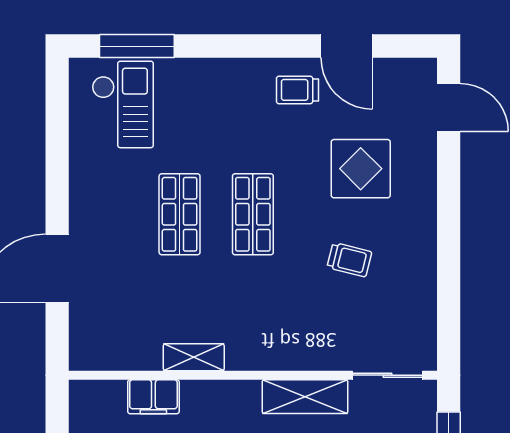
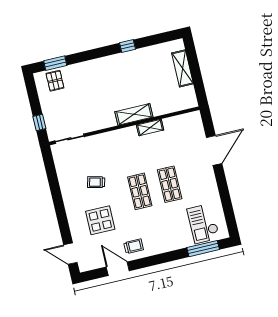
filing cabinet: (153, 397) -> (163, 108), removed
shelving: (305, 397) -> (134, 114), moved

